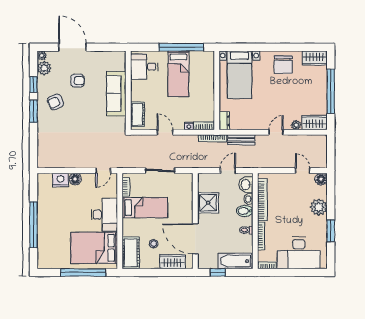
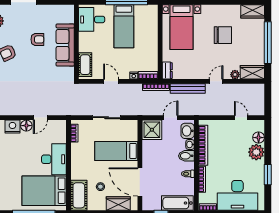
chair: (283, 65) -> (223, 35), moved, turned -90
armchair: (78, 81) -> (37, 39), moved
bench: (241, 140) -> (188, 89), width x1.36
door: (103, 171) -> (40, 118), moved
floor lamp: (321, 179) -> (259, 138), moved
shower: (208, 203) -> (152, 130), moved
bed: (145, 208) -> (116, 151), moved, turned 180

